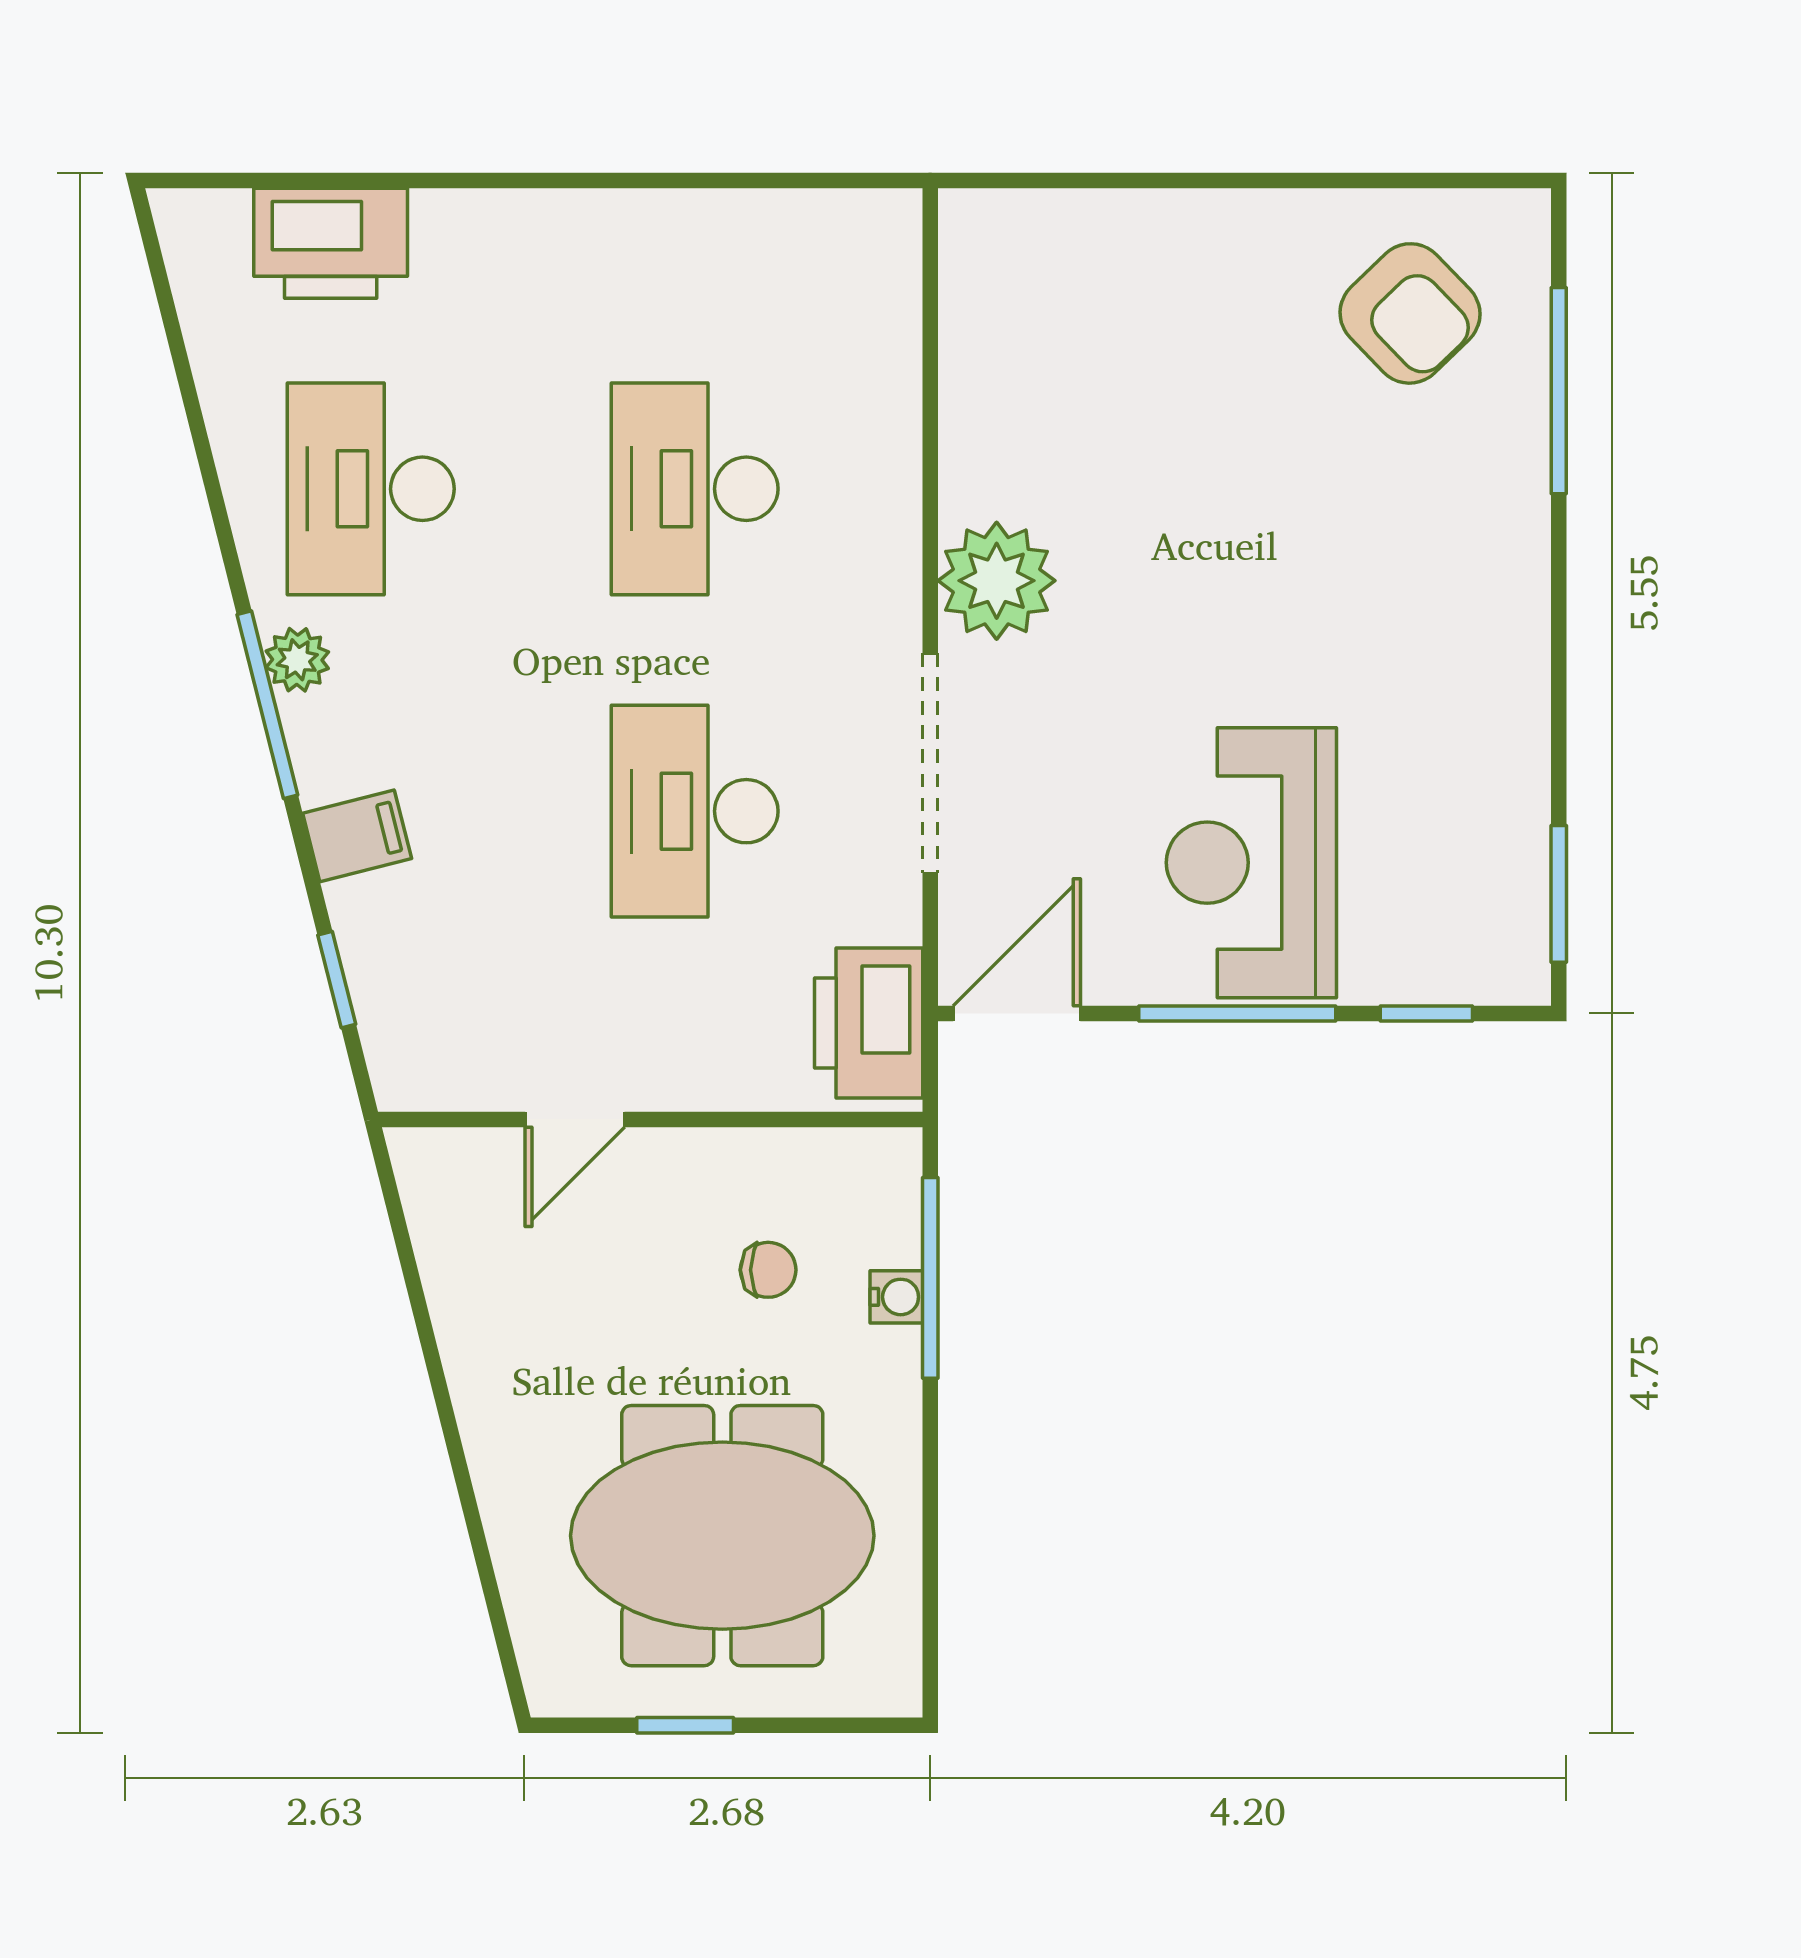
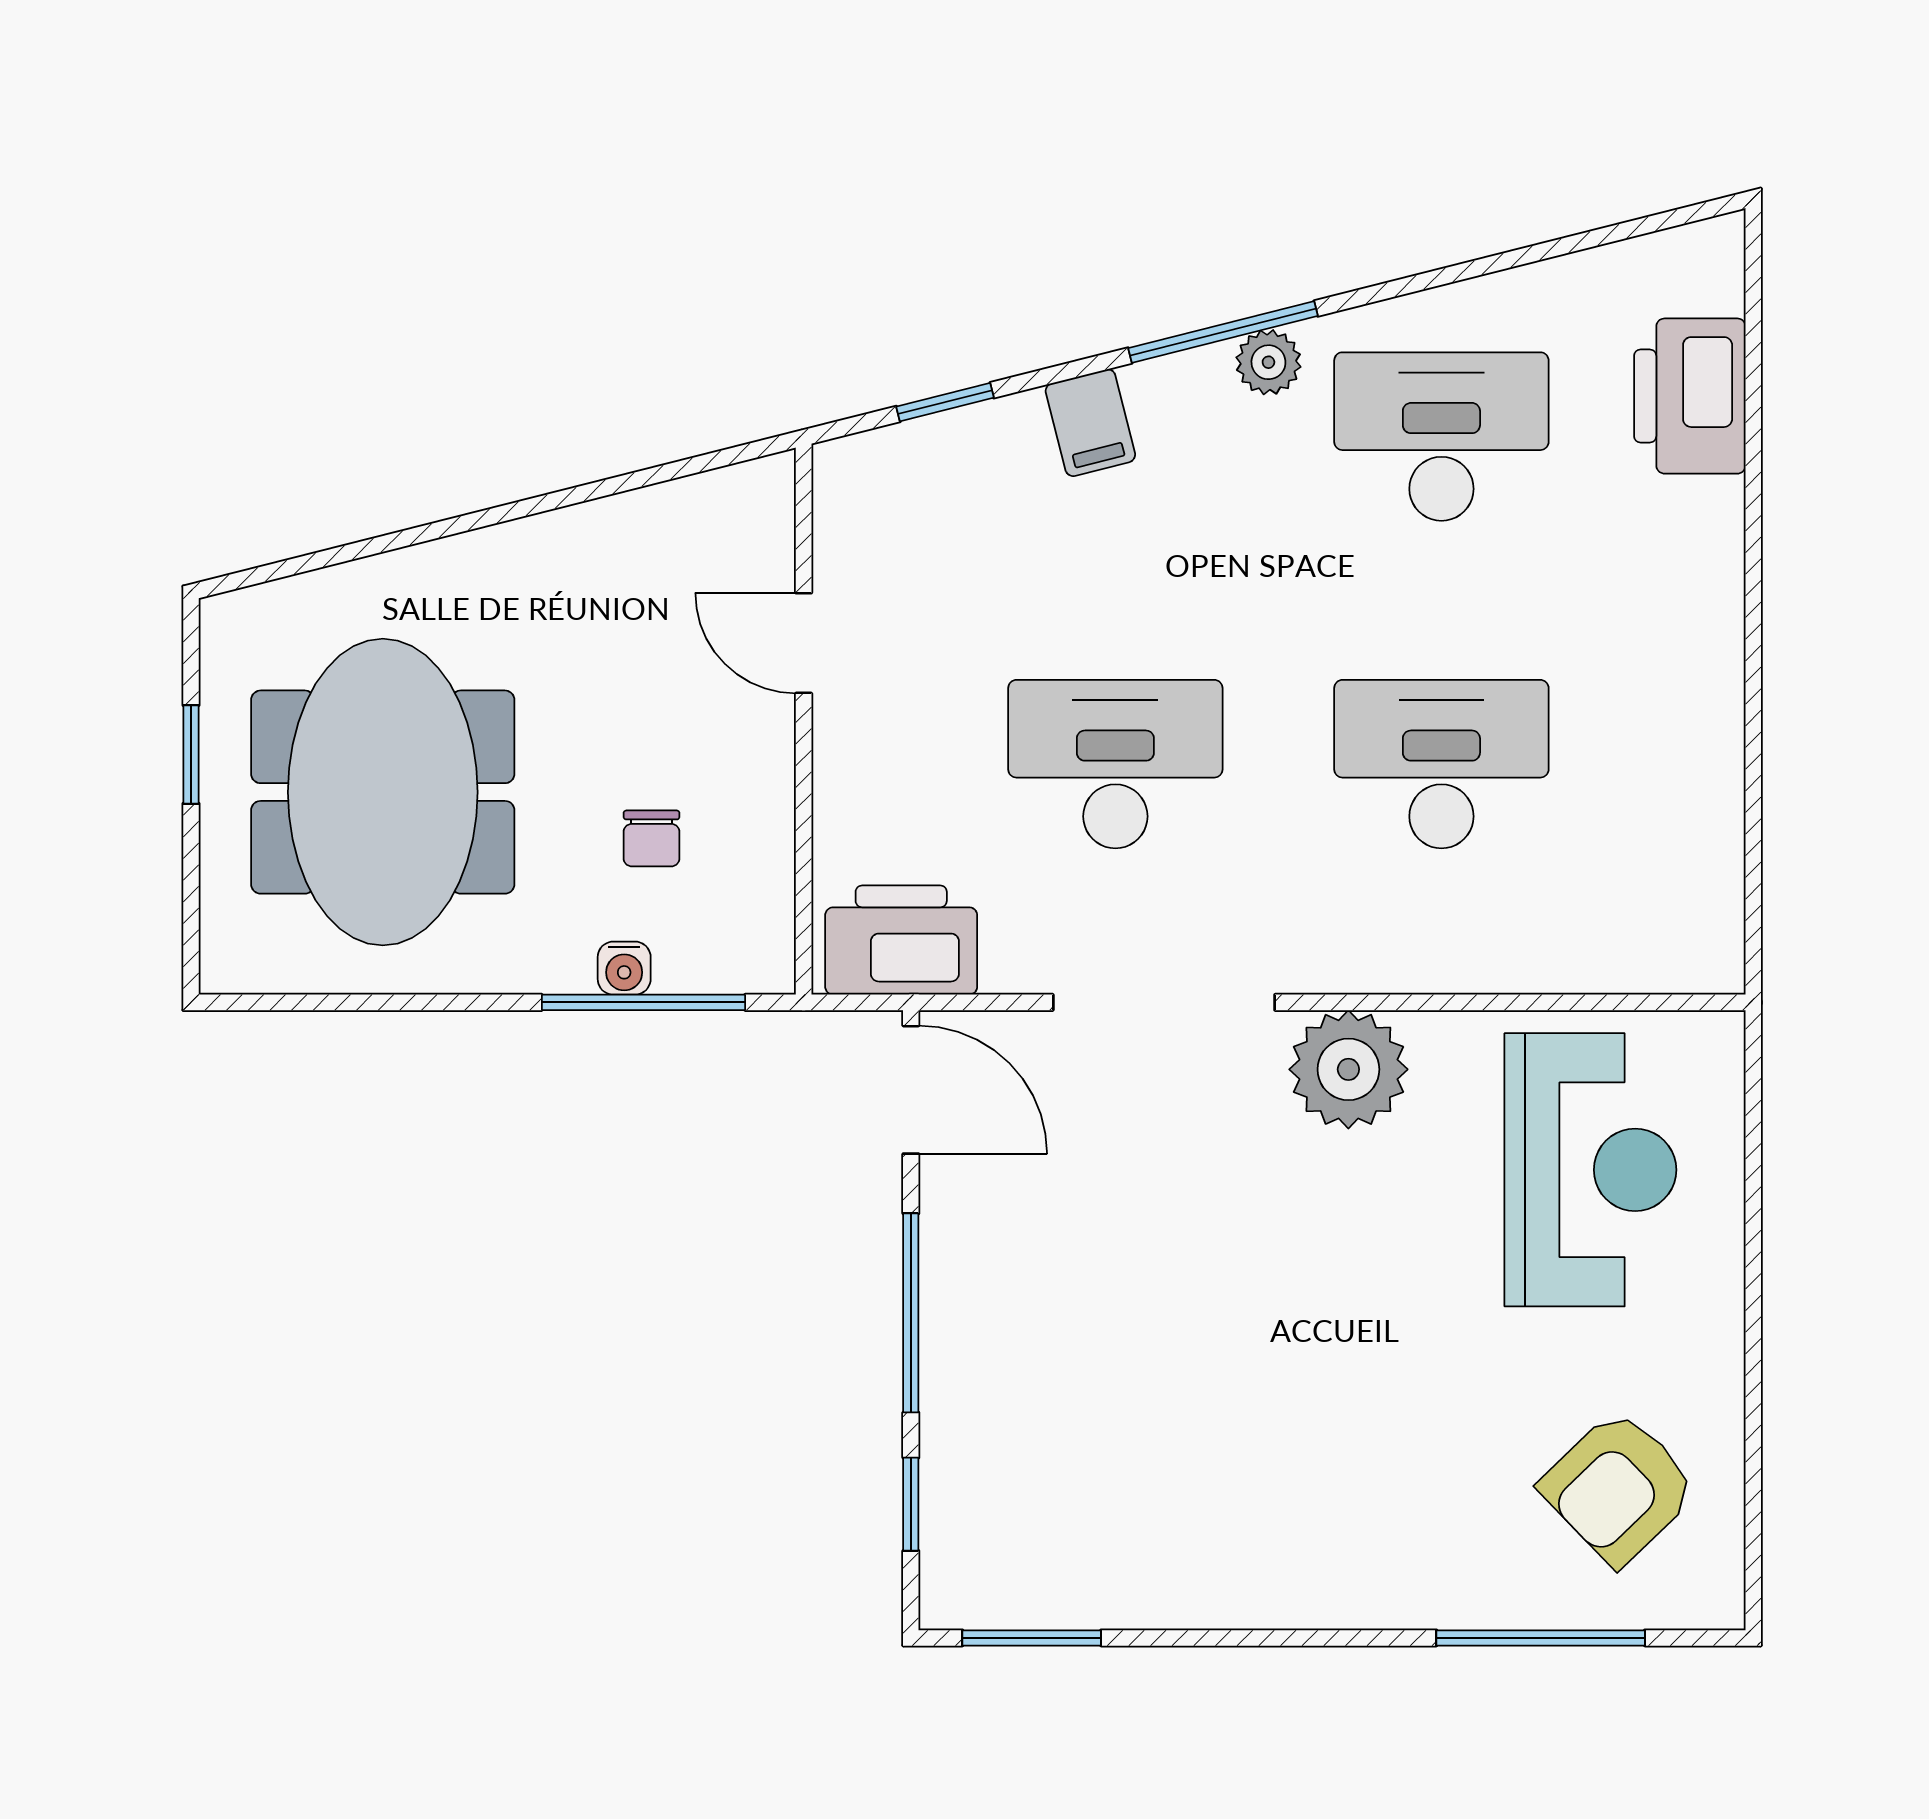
reception desk: (1251, 863) -> (1590, 1170), moved, turned 90

